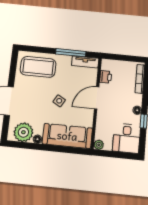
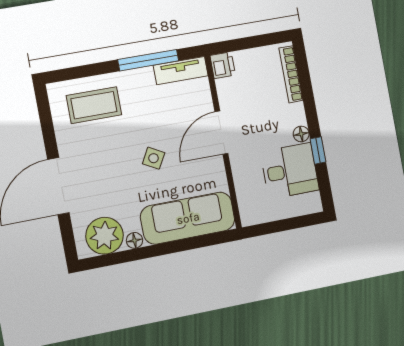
coffee table: (38, 67) -> (94, 105), width x0.73, depth x0.76
printer: (106, 77) -> (223, 65), moved
desk: (126, 138) -> (290, 171), moved, turned -90
plant: (99, 145) -> (249, 217), removed

